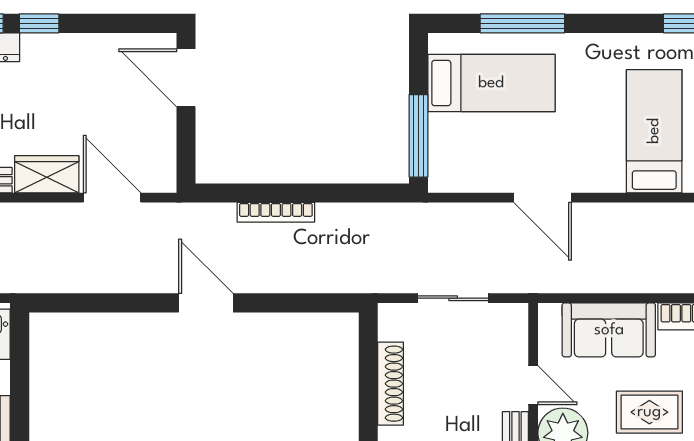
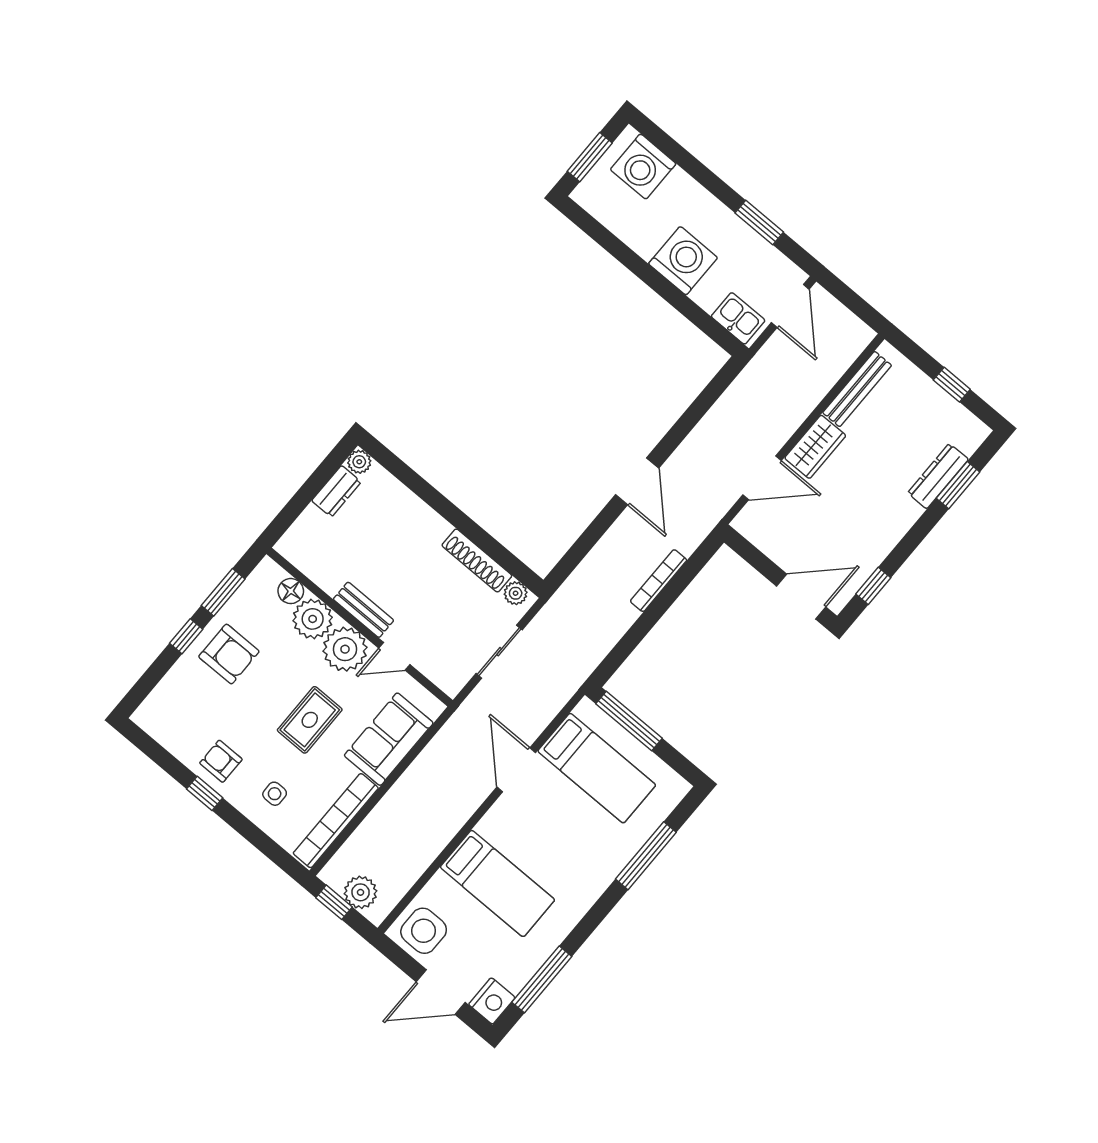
window: (39, 23) -> (873, 586), moved
bed: (491, 83) -> (597, 768), moved, turned -90
door: (542, 198) -> (516, 770), hinge flipped
door: (206, 303) -> (637, 481), hinge flipped
plant: (391, 326) -> (516, 593), added

